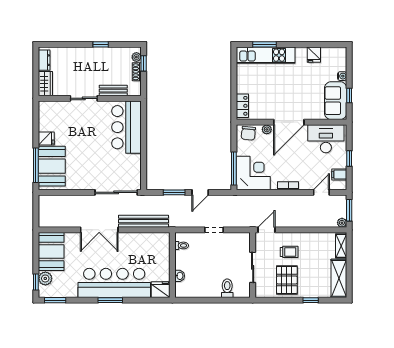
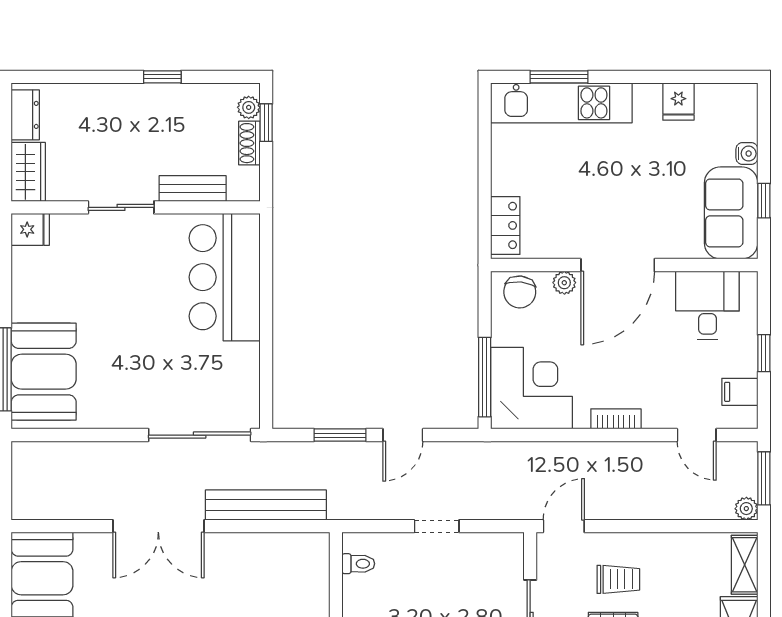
fridge: (46, 139) -> (30, 229), moved
desk: (326, 139) -> (707, 305), width x0.73
door: (321, 192) -> (697, 435), swing flipped

